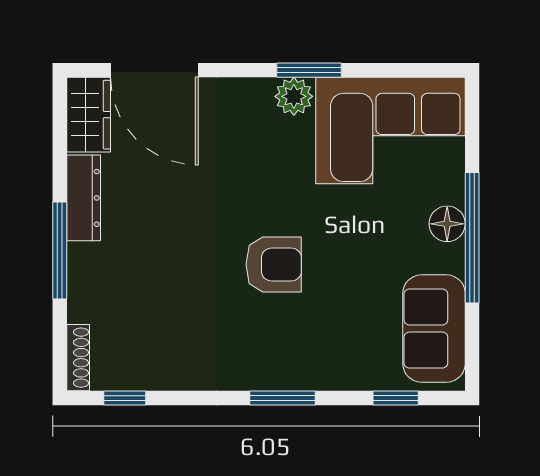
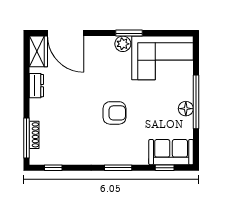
dresser: (84, 198) -> (36, 86), width x0.70
floor lamp: (447, 224) -> (186, 109), moved
window: (60, 251) -> (27, 138), moved
sofa: (434, 329) -> (171, 152), moved, turned 90
shoe rack: (78, 358) -> (34, 135), moved

